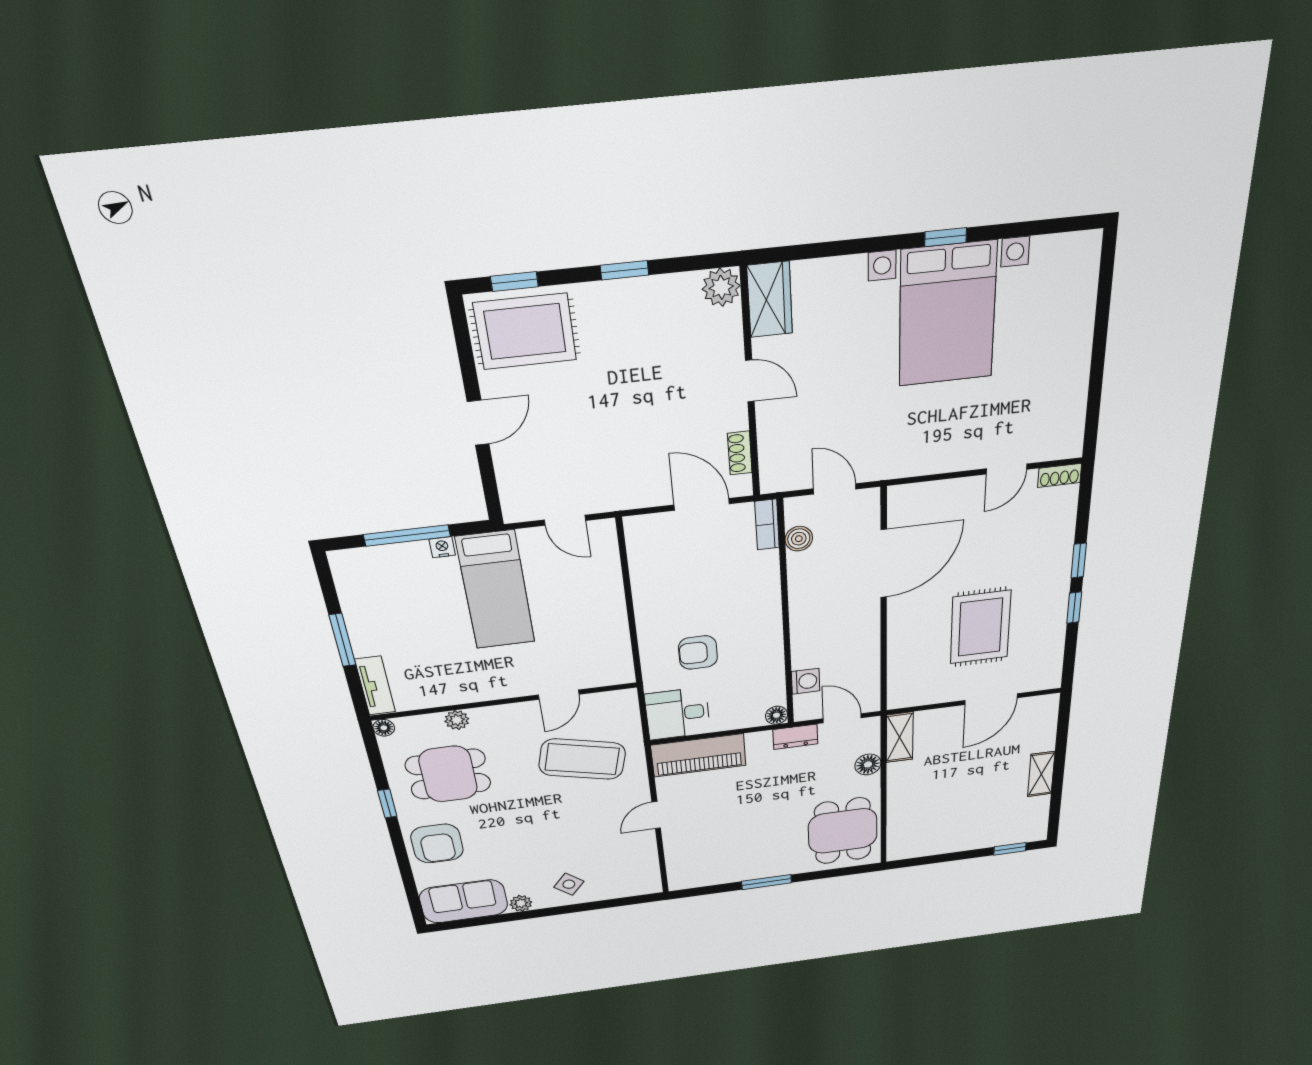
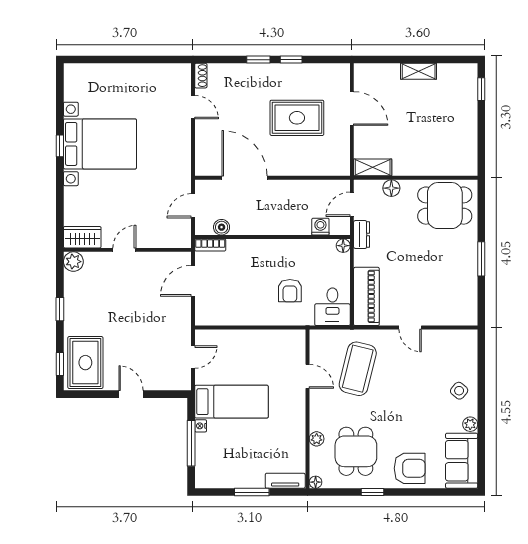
shoe rack: (740, 453) -> (165, 258), removed

